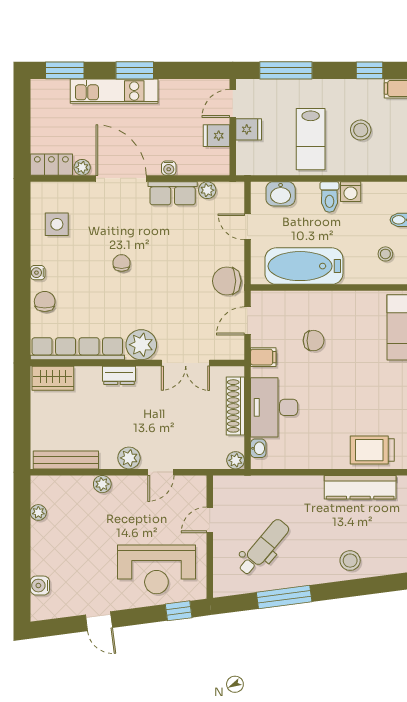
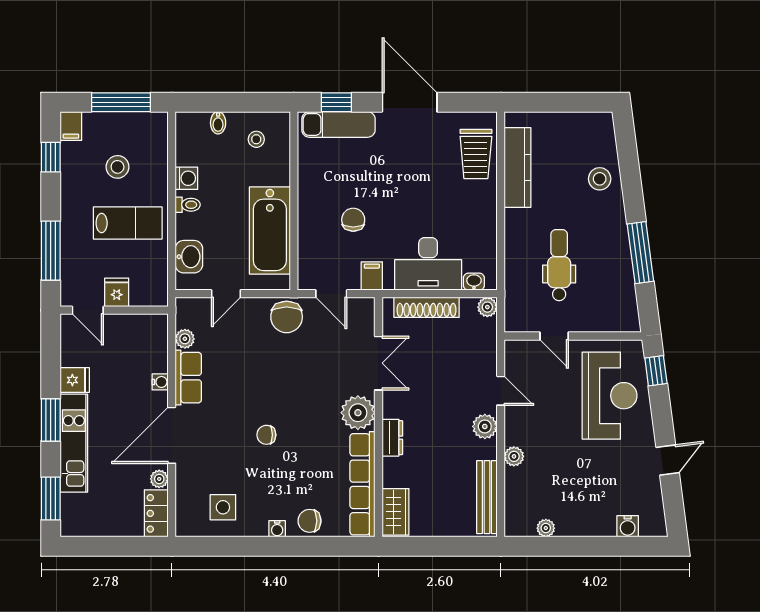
fridge: (217, 136) -> (75, 380), moved, turned -90
toilet: (329, 197) -> (188, 205), width x0.73, depth x0.72
dental chair: (264, 547) -> (559, 265), moved, turned 50

